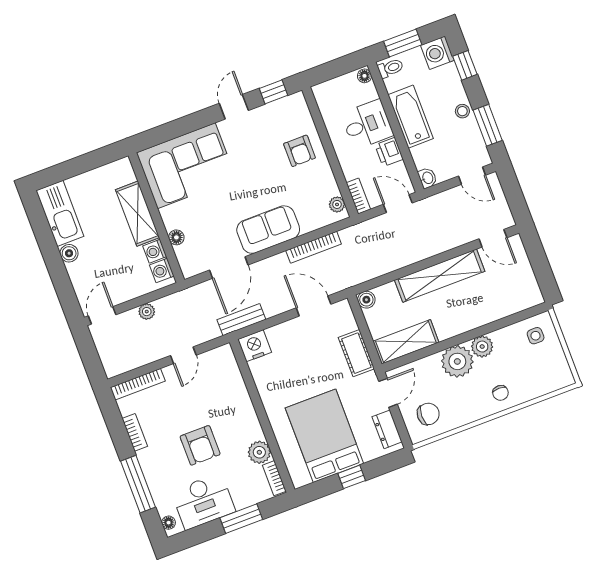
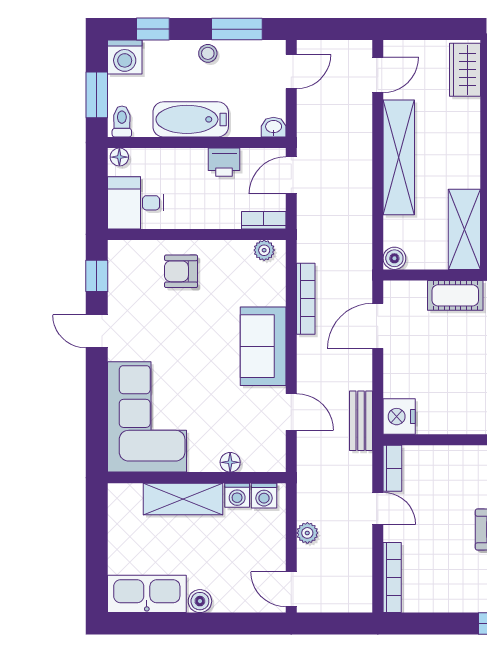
desk: (367, 124) -> (136, 203), moved, turned -90
armchair: (300, 151) -> (181, 271), turned 180
door: (229, 268) -> (291, 412), width x0.73
wardrobe: (520, 299) -> (465, 70), added
bookcase: (135, 432) -> (392, 468), moved, turned 90

